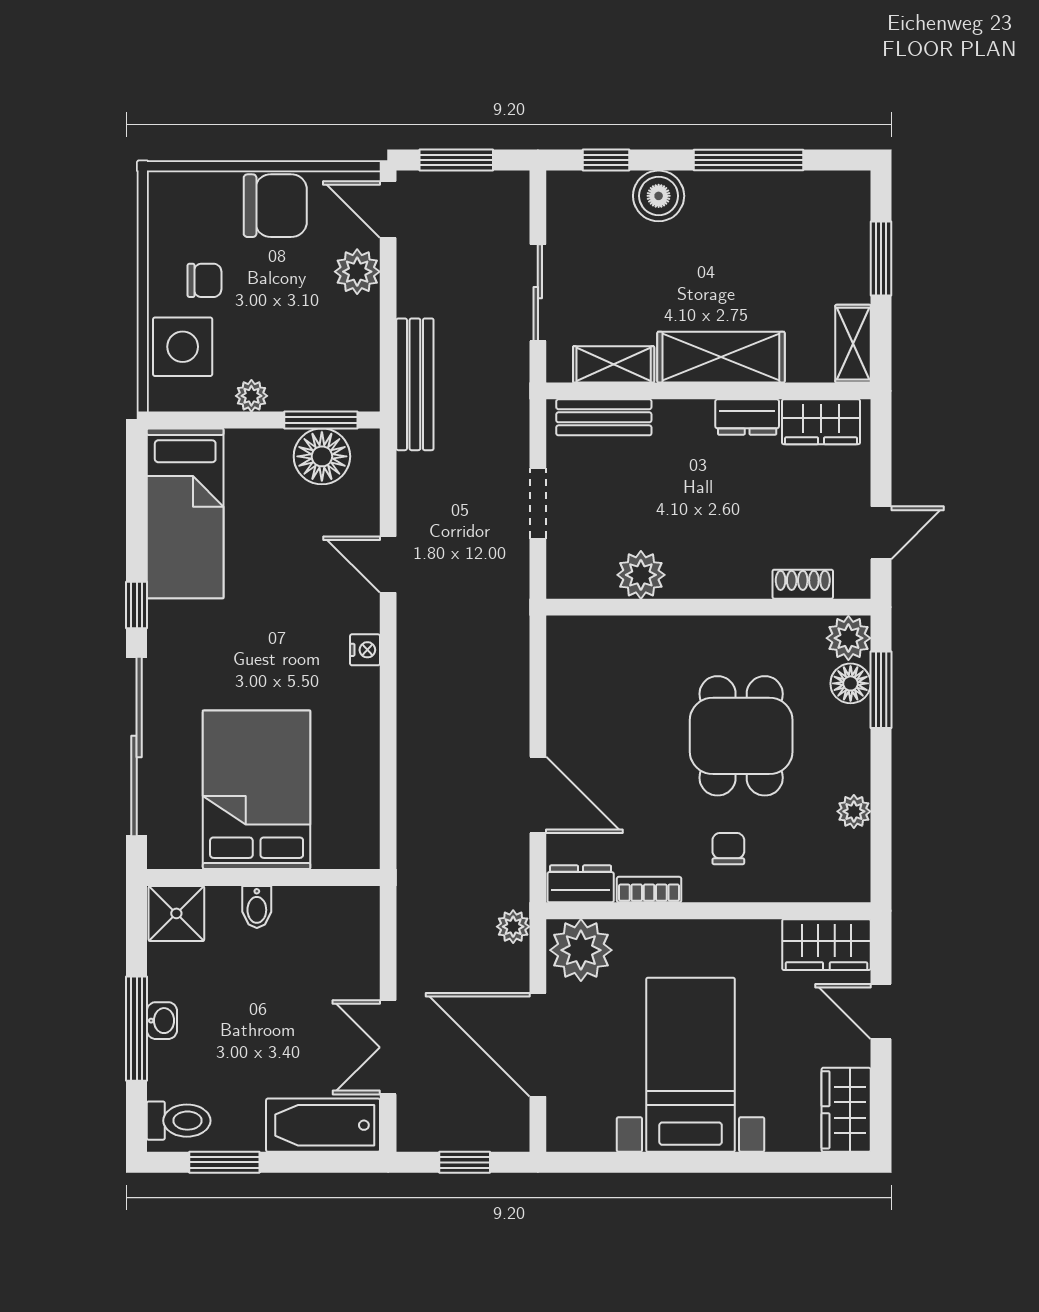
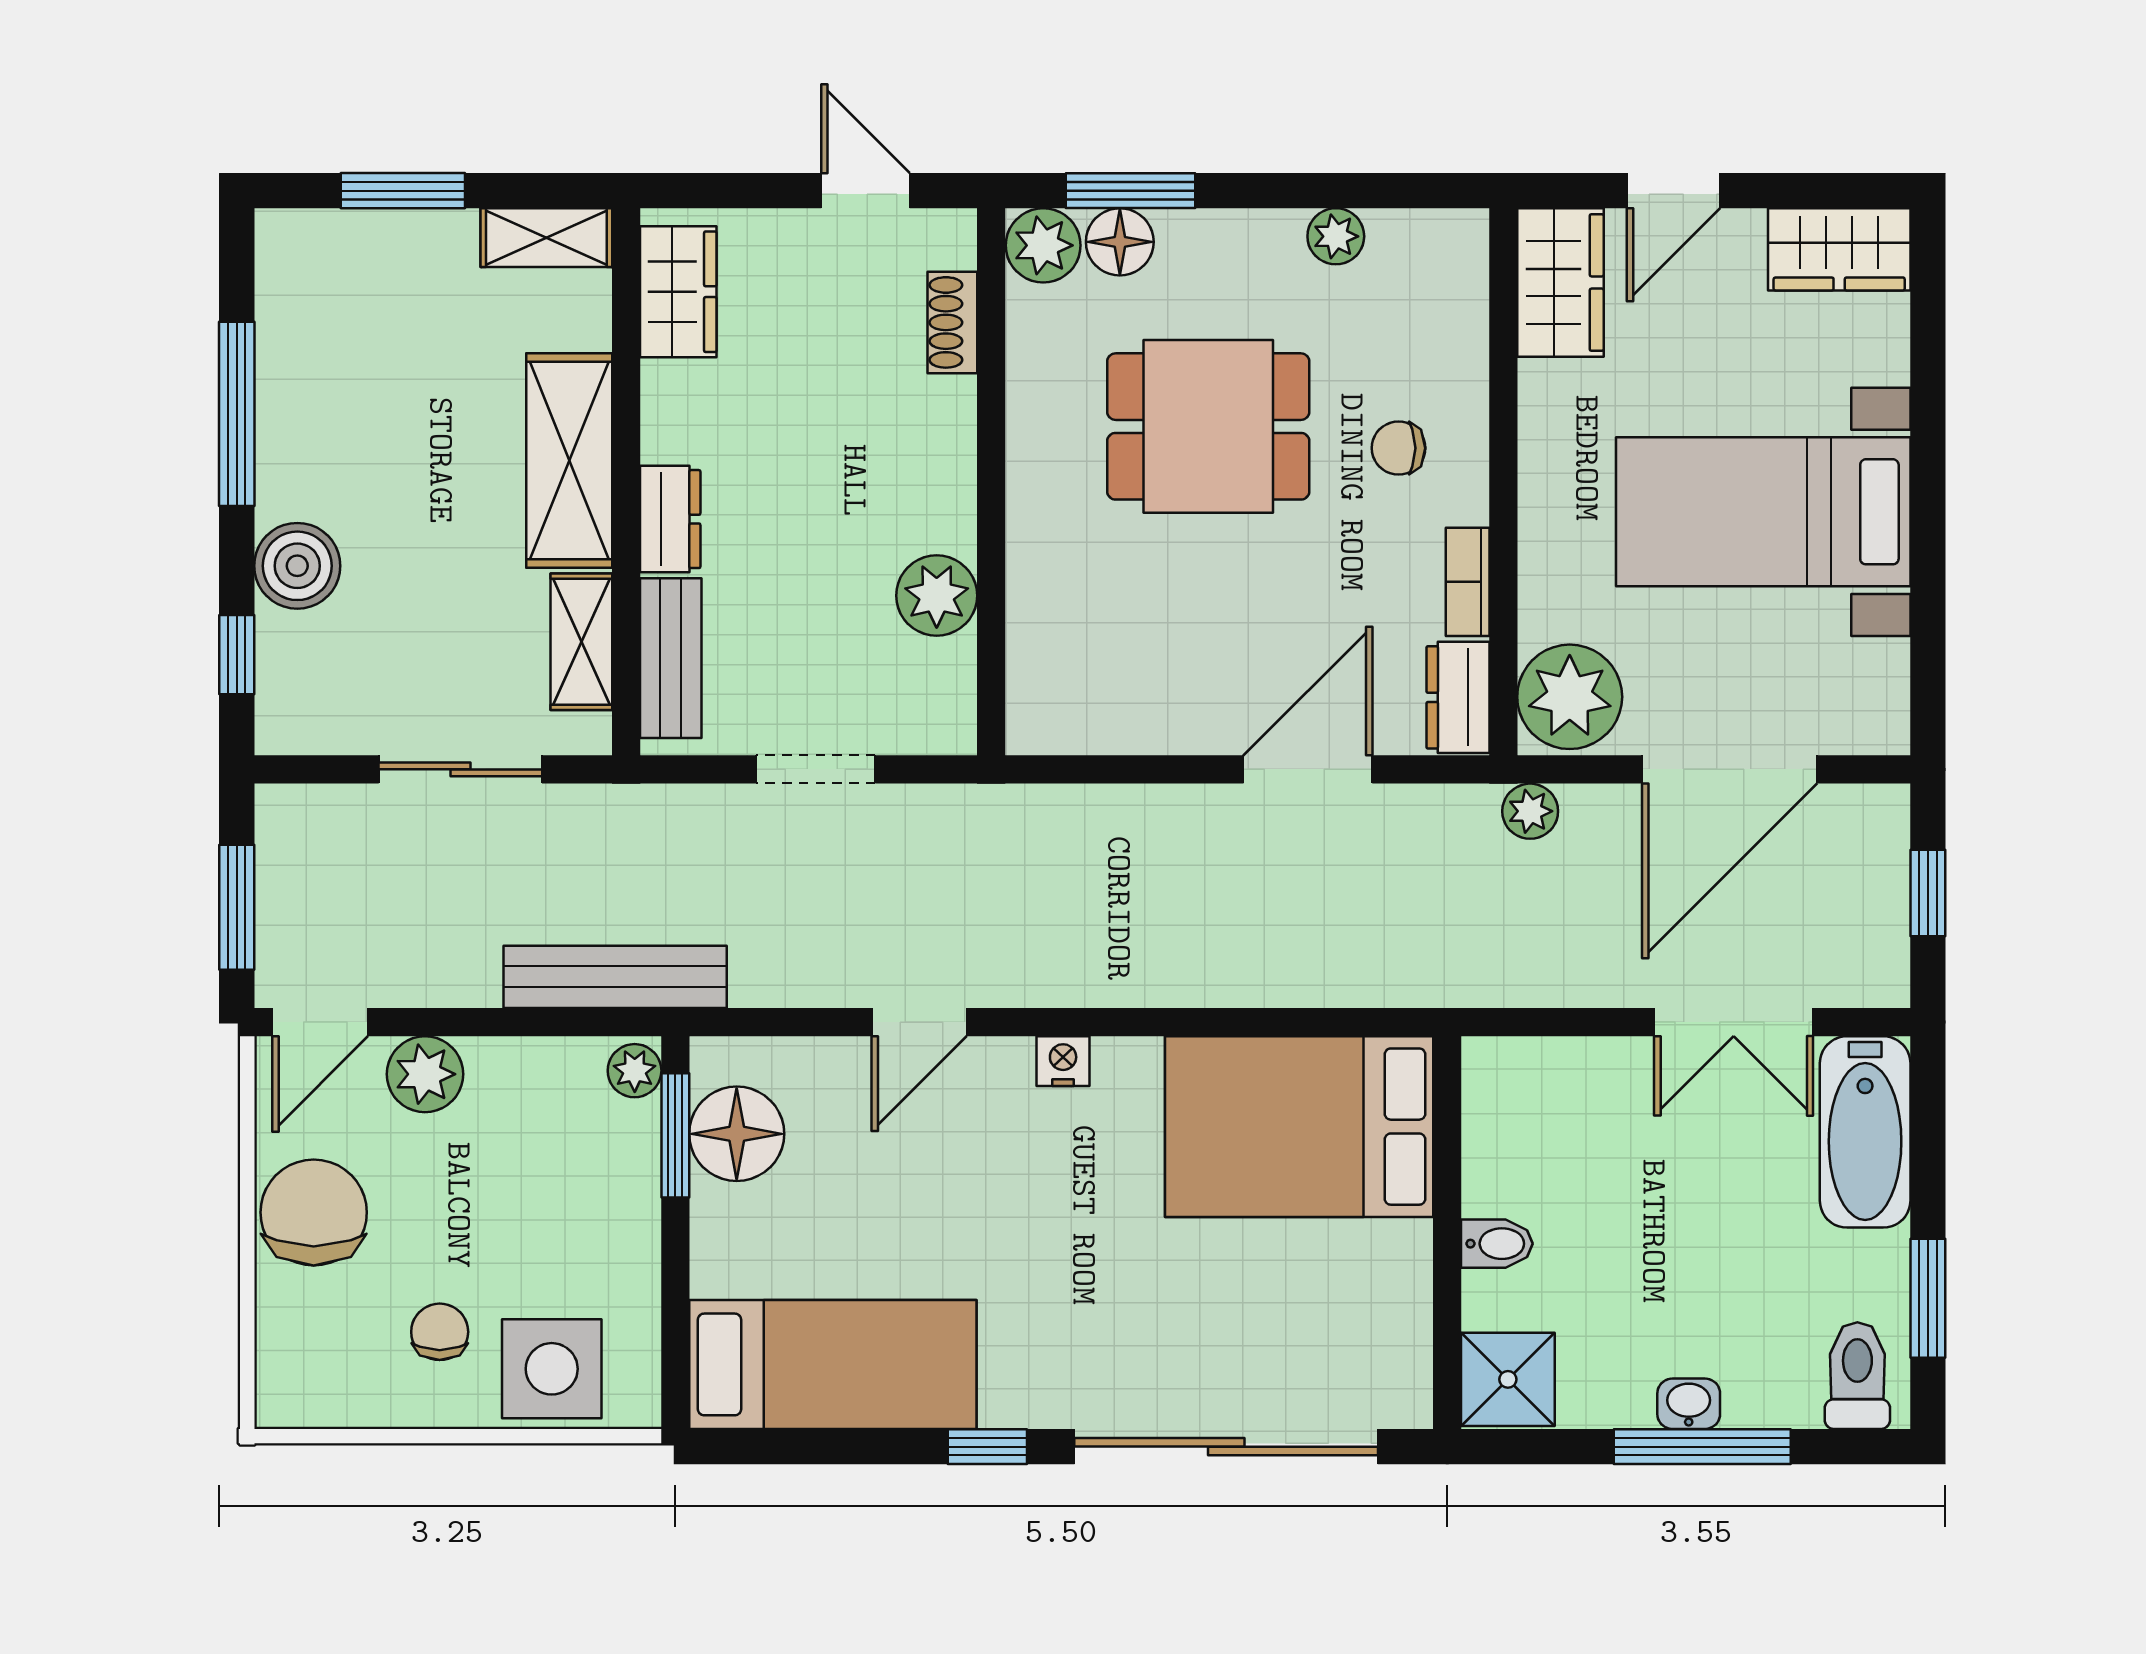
plant: (251, 396) -> (635, 1071), moved
dresser: (747, 417) -> (670, 519), moved
bed: (257, 790) -> (1299, 1127), moved

